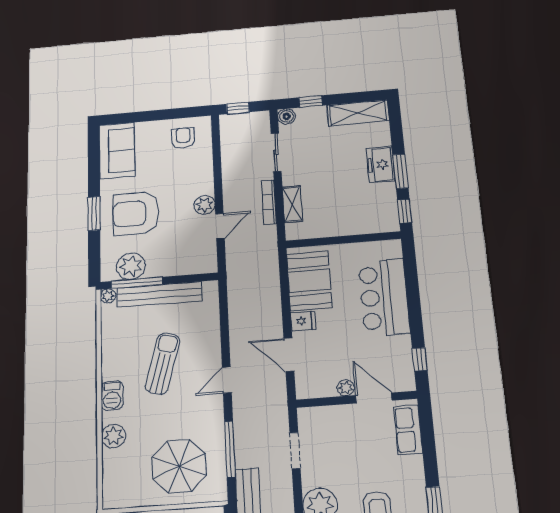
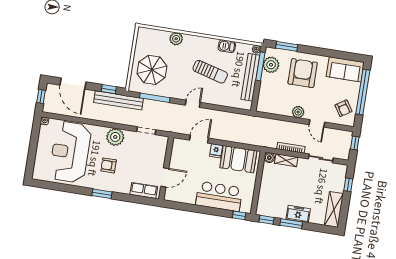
window: (150, 116) -> (363, 92), added
boiler: (287, 116) -> (269, 158), moved
armchair: (183, 138) -> (343, 108), turned 57
window: (94, 213) -> (287, 46), moved
door: (220, 226) -> (317, 123), moved
window: (420, 359) -> (239, 215), moved
door: (227, 380) -> (193, 104), hinge flipped
plant: (346, 388) -> (174, 164), removed
barbecue: (112, 396) -> (227, 46), moved

